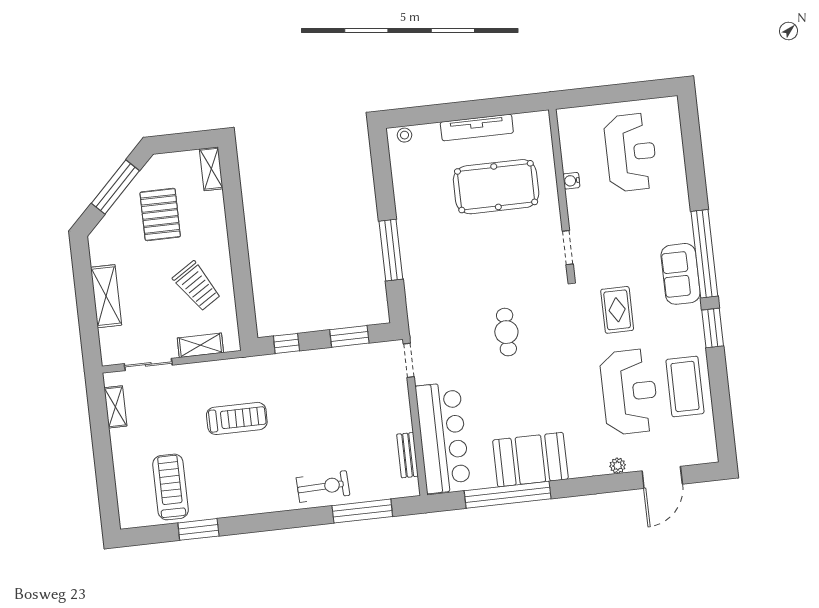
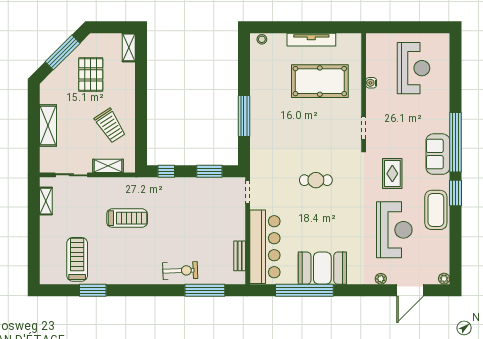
cafe table: (506, 332) -> (316, 180), turned 90
coffee table: (685, 386) -> (436, 210), moved
plant: (710, 455) -> (444, 279), added

